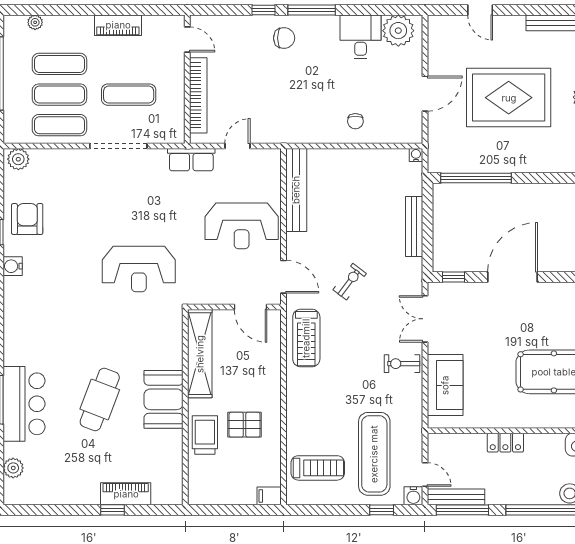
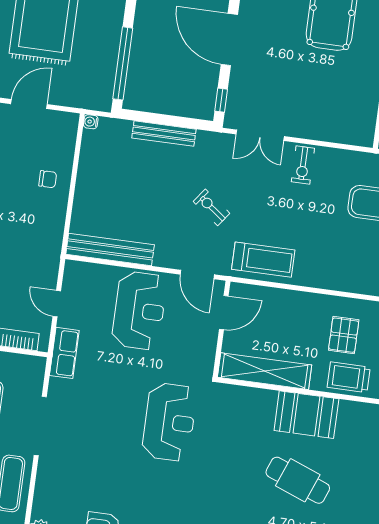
door: (425, 94) -> (29, 104), hinge flipped
door: (284, 277) -> (197, 275), swing flipped
sofa: (445, 385) -> (331, 124), removed

